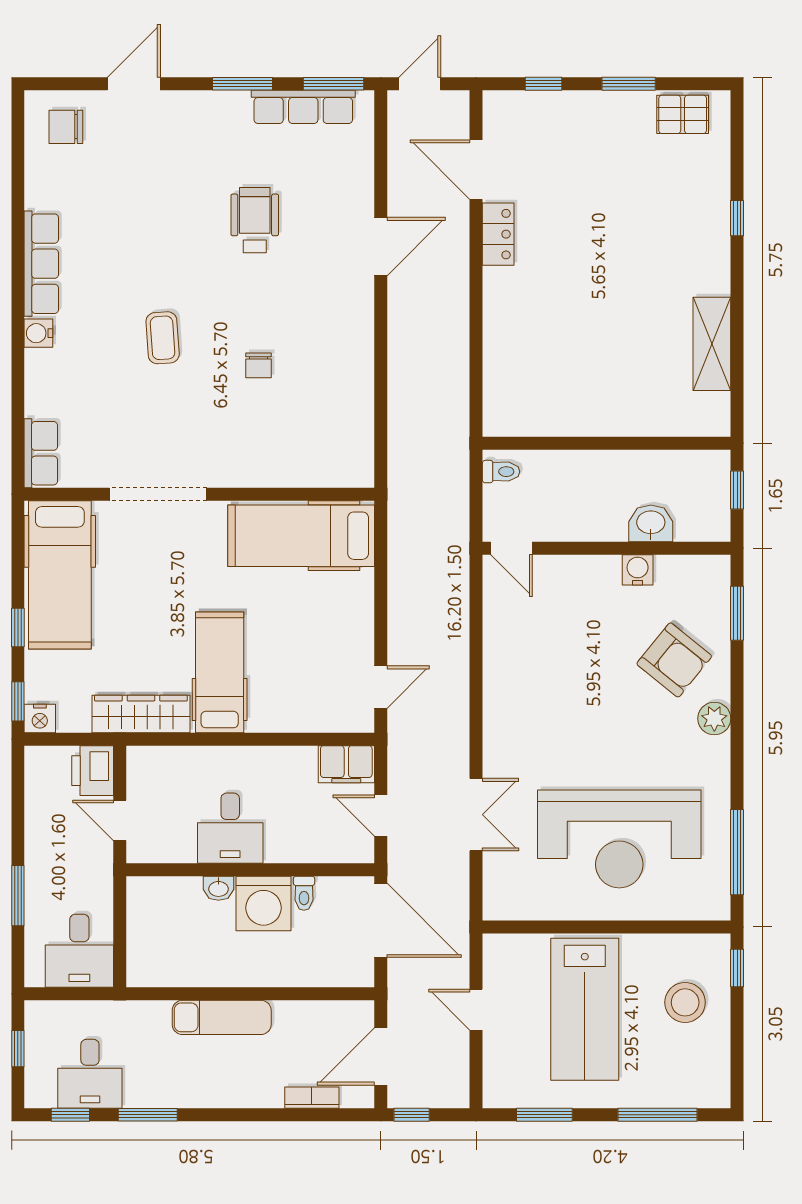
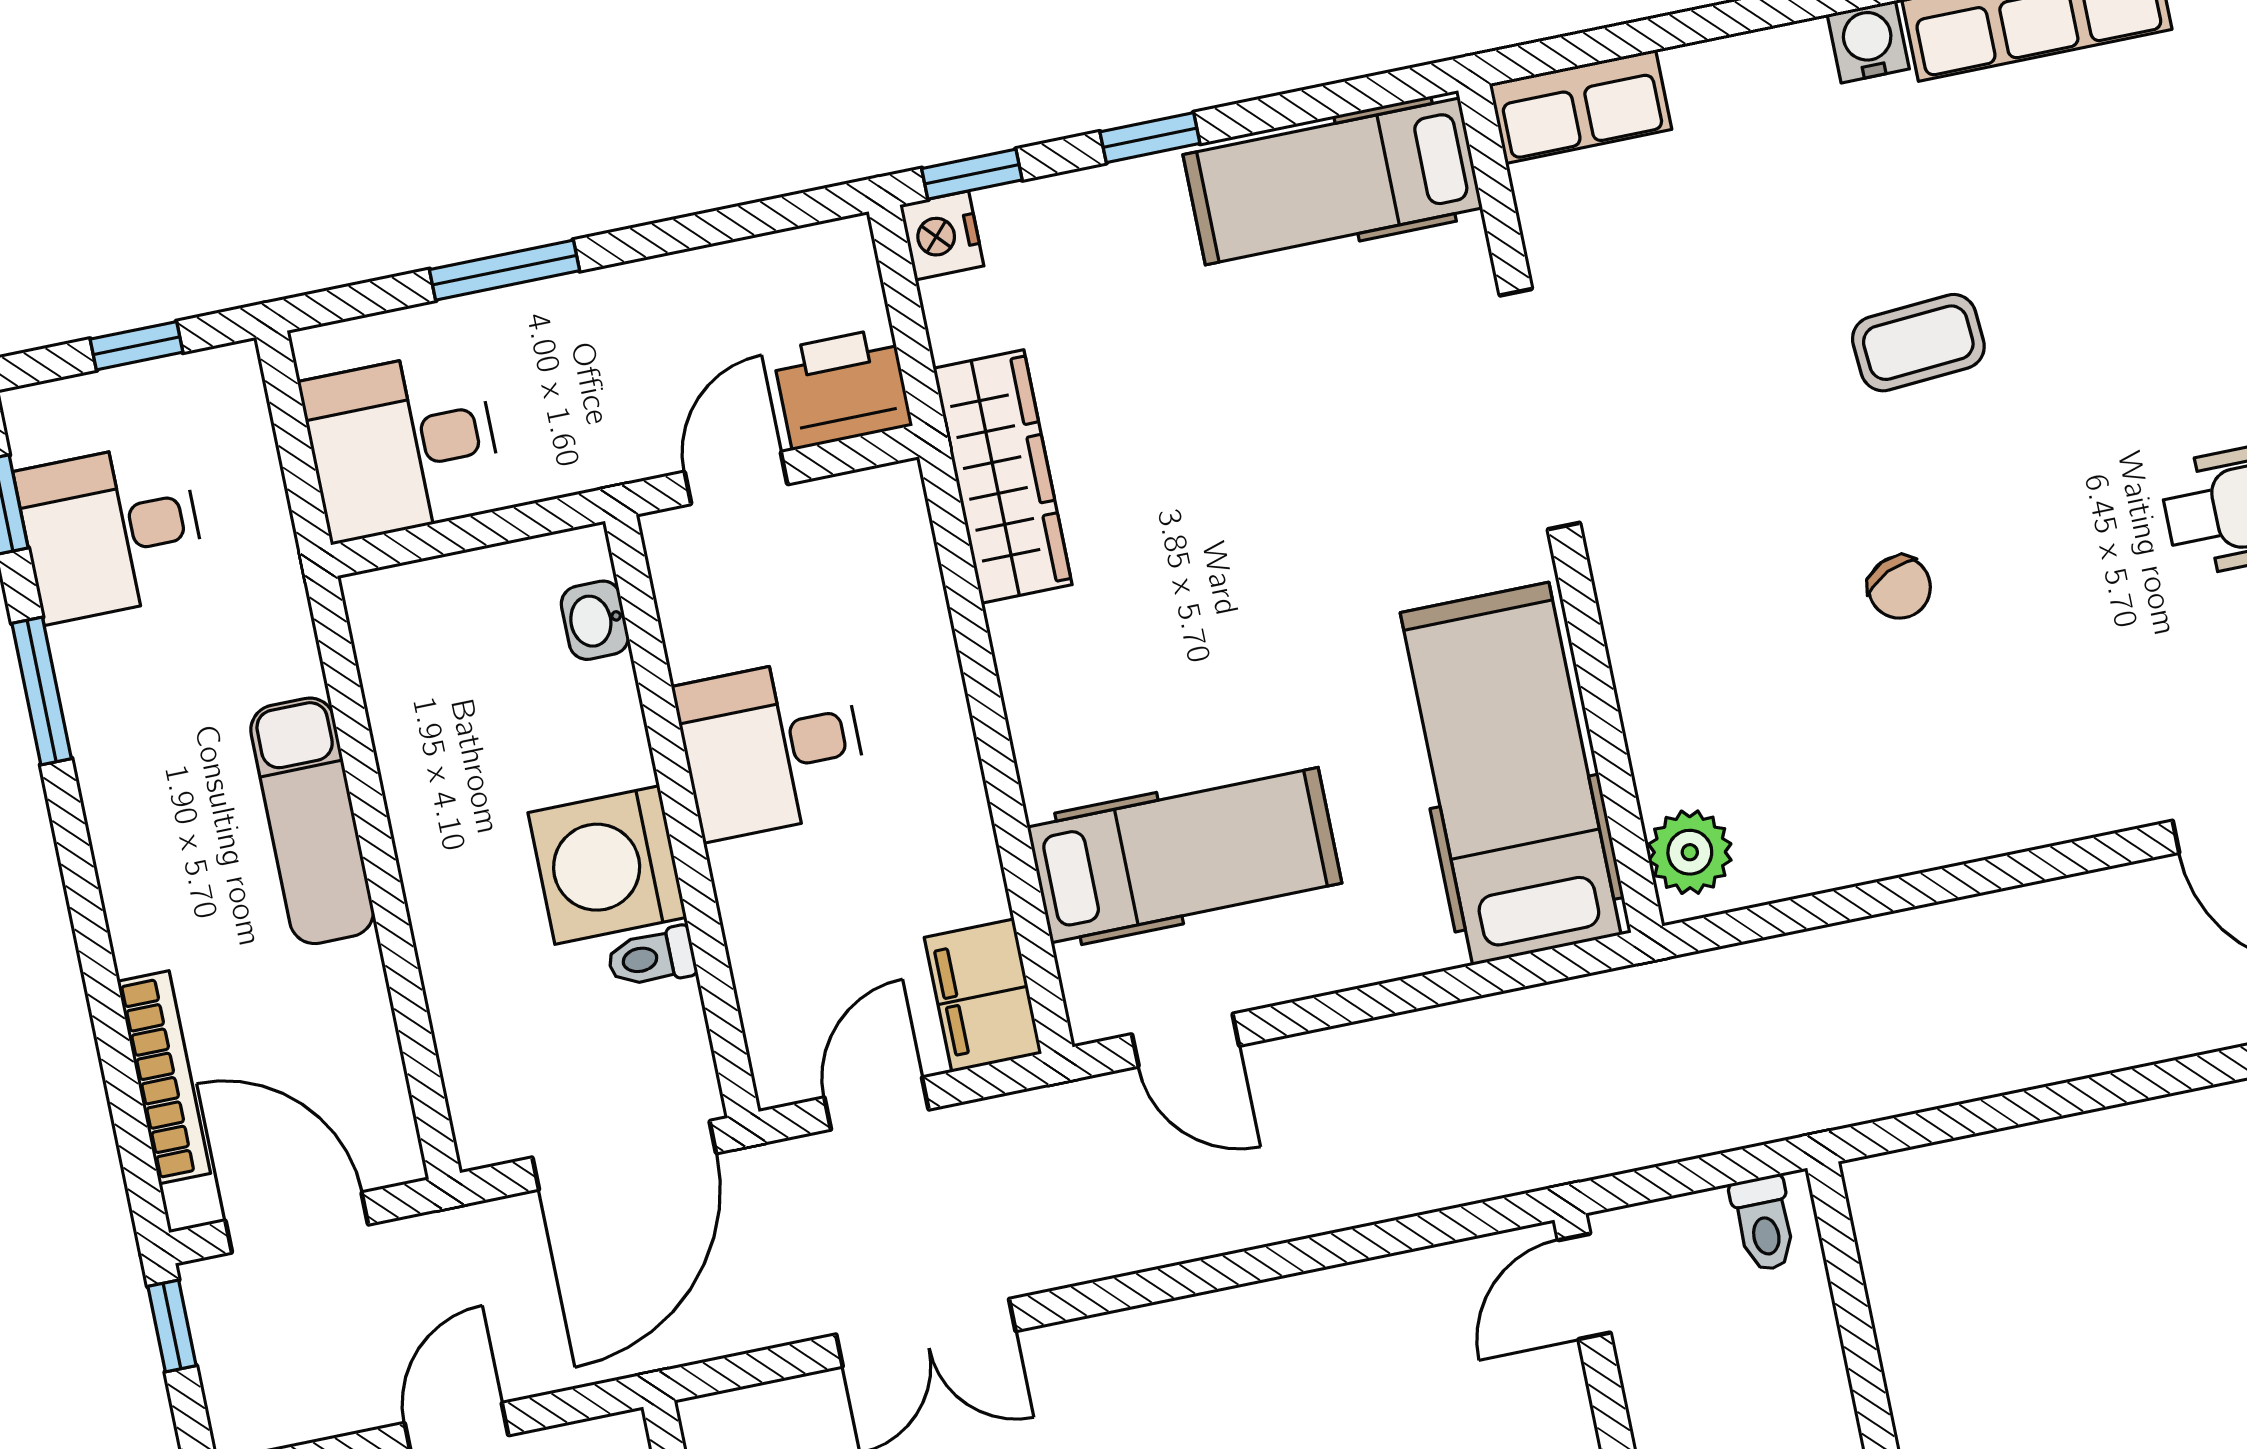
chair: (259, 365) -> (1899, 587), turned -115
plant: (347, 471) -> (1690, 852), added
hospital bed: (60, 575) -> (1333, 181), width x0.73, depth x0.78
hospital bed: (220, 672) -> (1185, 855), moved
washbasin: (218, 888) -> (595, 620), moved
bookcase: (312, 1098) -> (164, 1077), width x1.56

